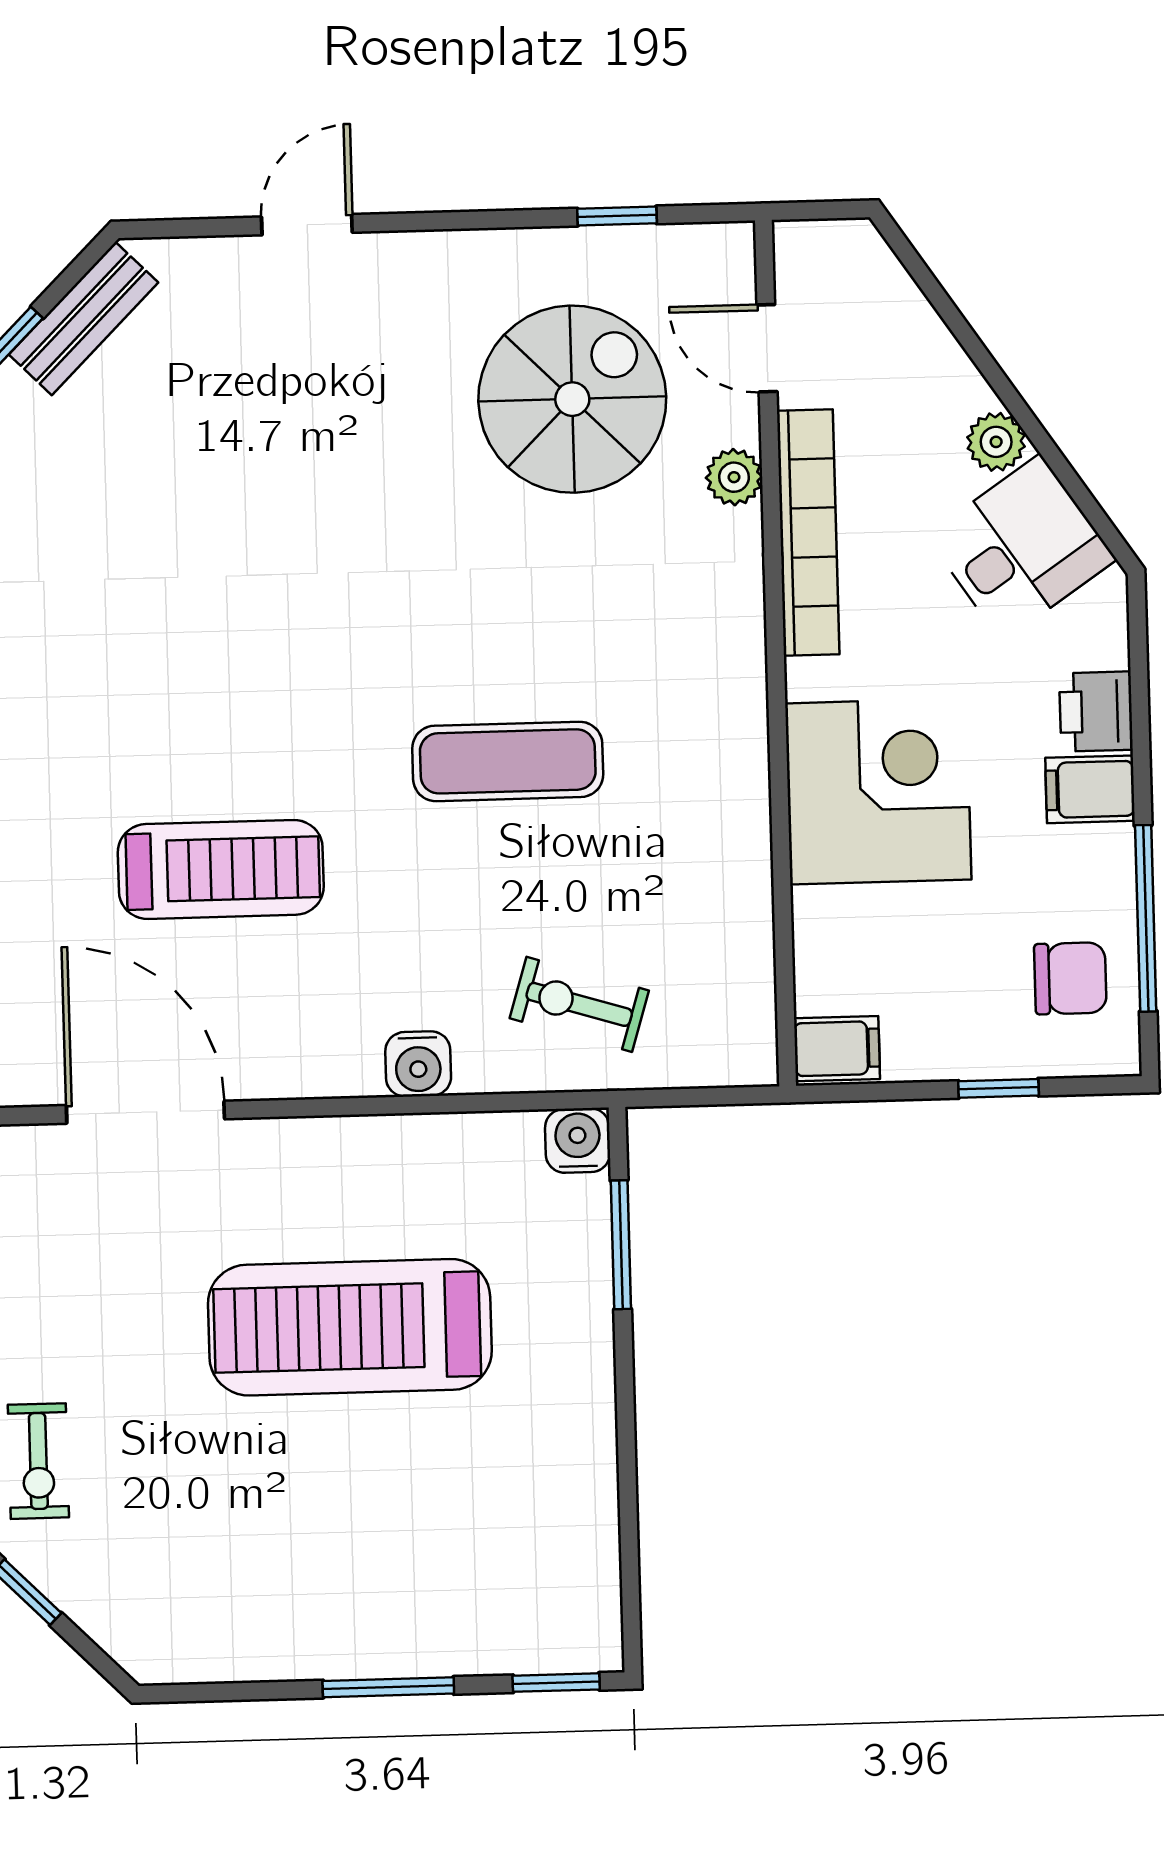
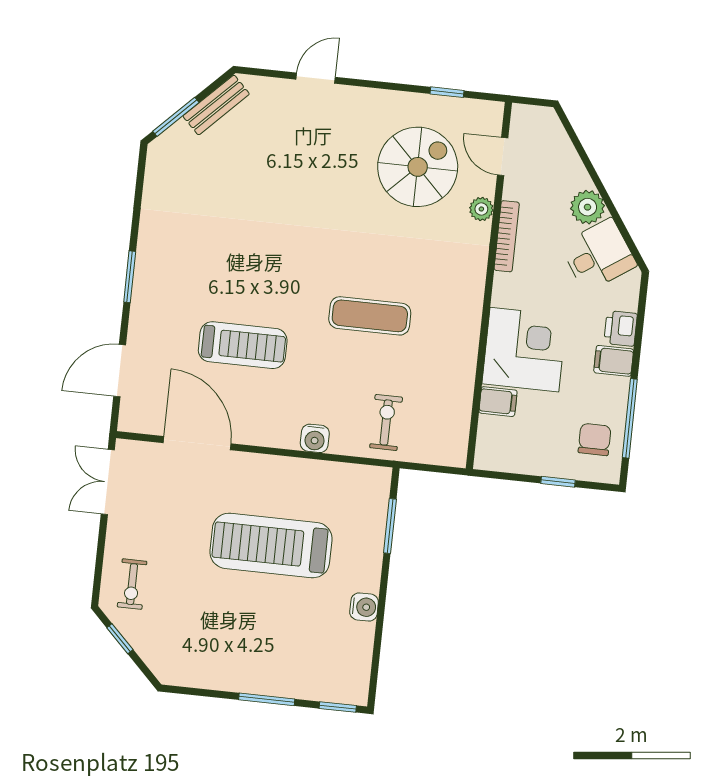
plant: (996, 442) -> (588, 207), width x1.38, depth x1.38
bookcase: (808, 533) -> (507, 236), width x0.68, depth x0.76
chair: (1070, 978) -> (595, 439), turned -90
exercise bike: (579, 1004) -> (386, 422), turned 73
filing cabinet: (837, 1049) -> (498, 402), moved
water cooler: (578, 1140) -> (364, 607), moved, turned 90

